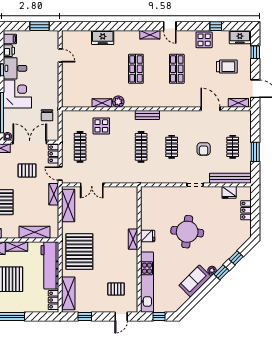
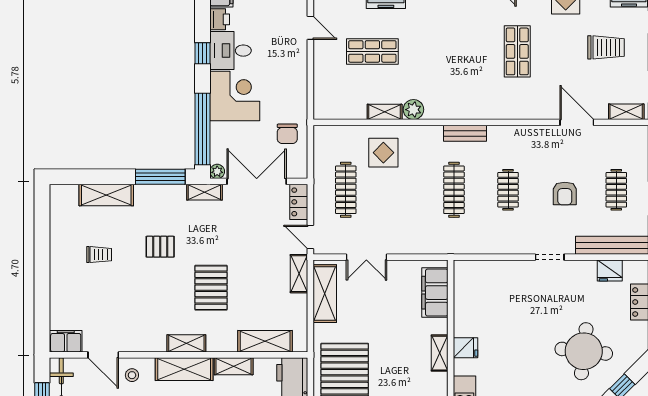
shop shelf: (136, 69) -> (372, 51), moved, turned 90
pallet: (27, 170) -> (252, 232), removed
filing cabinet: (130, 205) -> (435, 293), added
round table: (187, 232) -> (584, 351), moved

